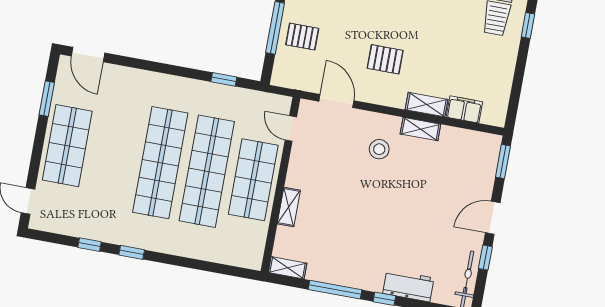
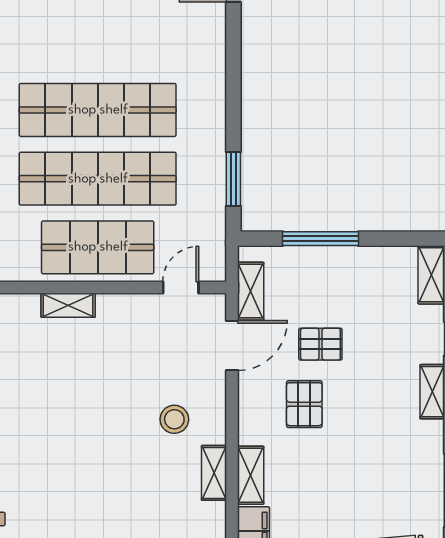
pallet: (302, 37) -> (320, 344), moved, turned 90
window: (224, 79) -> (233, 179), width x1.50
shelving: (302, 82) -> (251, 291), added

